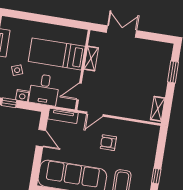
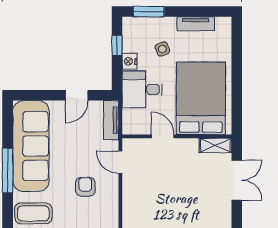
bed: (57, 54) -> (201, 98), width x1.50
shelving: (91, 59) -> (215, 145), moved
door: (79, 92) -> (163, 136), moved

